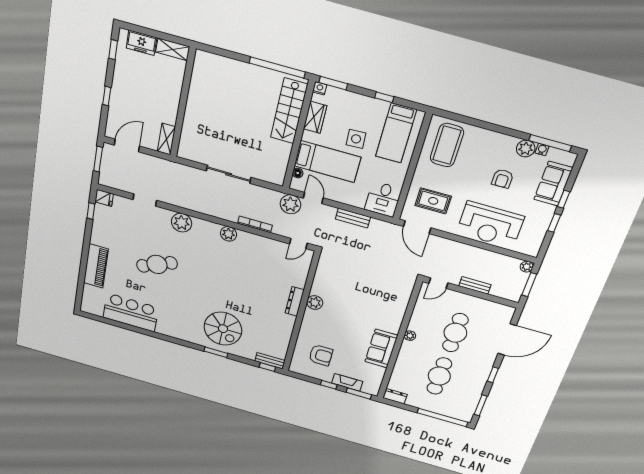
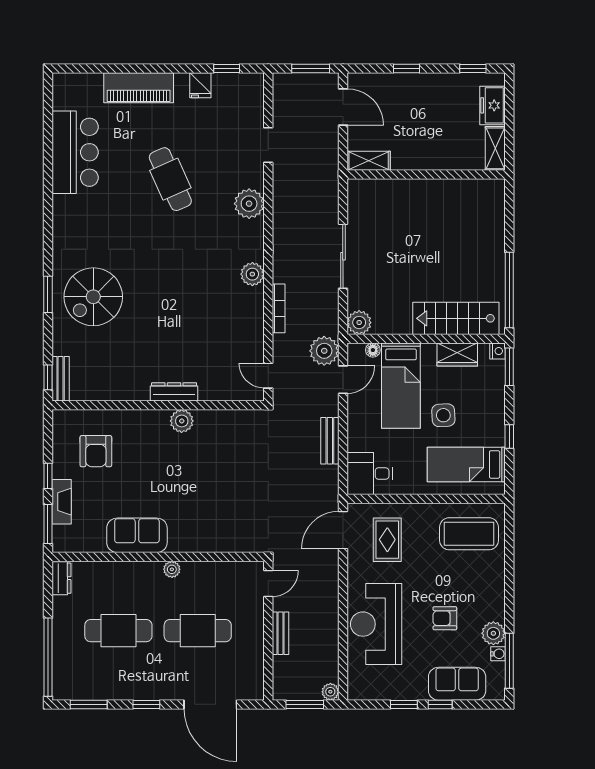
plant: (276, 177) -> (359, 323), added
fridge: (104, 198) -> (200, 85), moved
door: (438, 283) -> (268, 583), swing flipped

